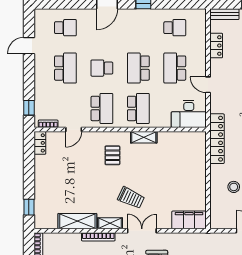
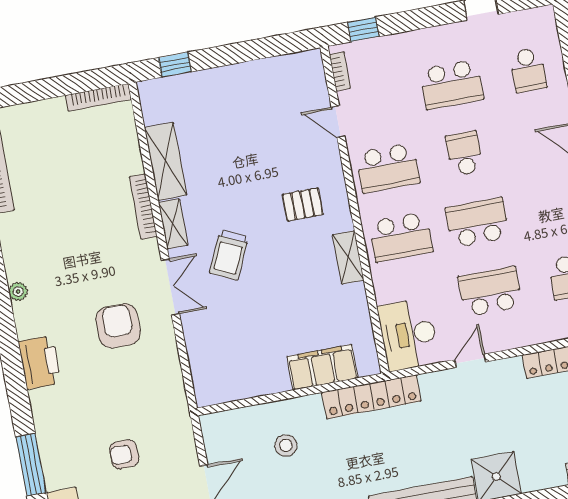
locker: (40, 143) -> (301, 62), removed
filing cabinet: (189, 220) -> (322, 367), moved, turned -90

